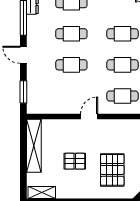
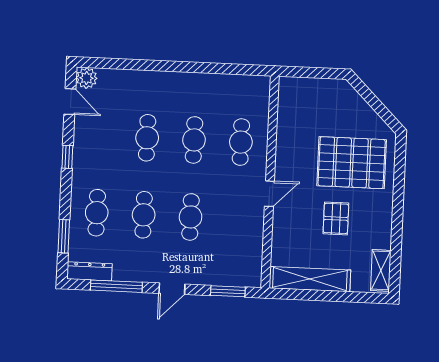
door: (89, 116) -> (269, 194), swing flipped
pallet: (112, 170) -> (352, 163), width x1.37, depth x1.41

